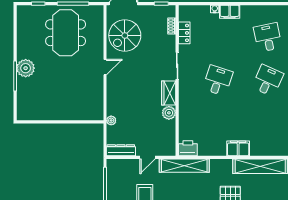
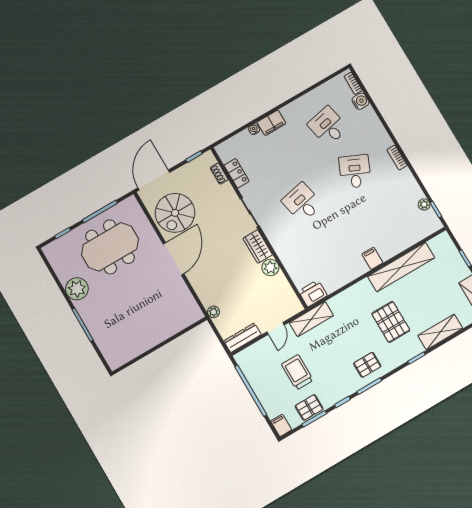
meeting table: (66, 33) -> (110, 247), turned 90
door: (105, 67) -> (174, 259), width x1.87
plant: (26, 68) -> (77, 289), moved
desk: (218, 80) -> (302, 203), turned -30
filing cabinet: (238, 148) -> (372, 258), width x0.50
shelving: (184, 166) -> (311, 319), width x0.68

